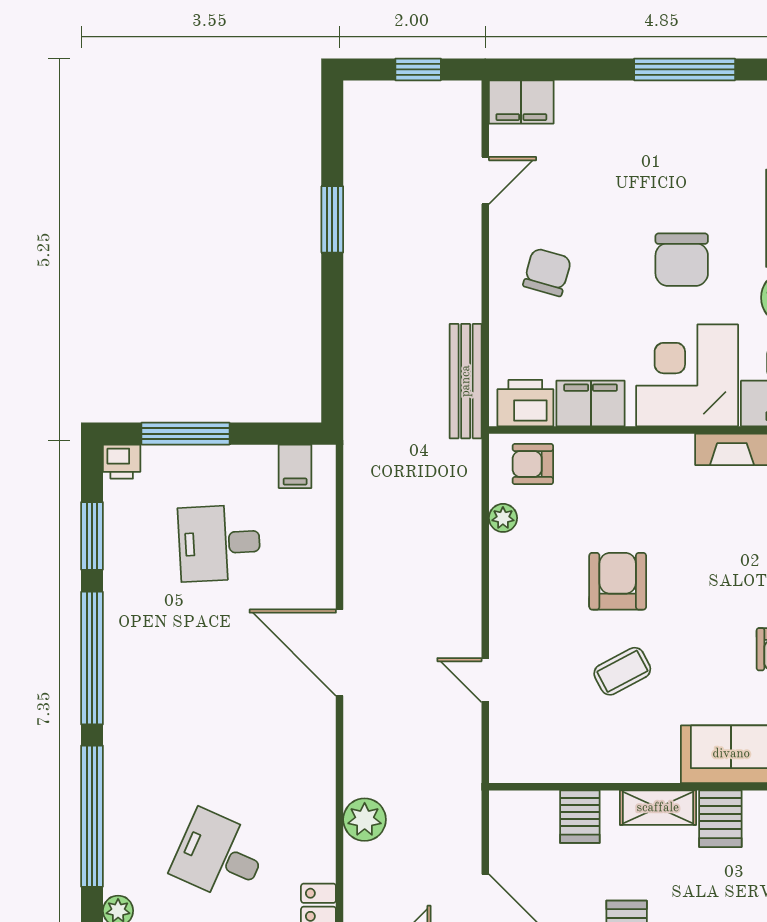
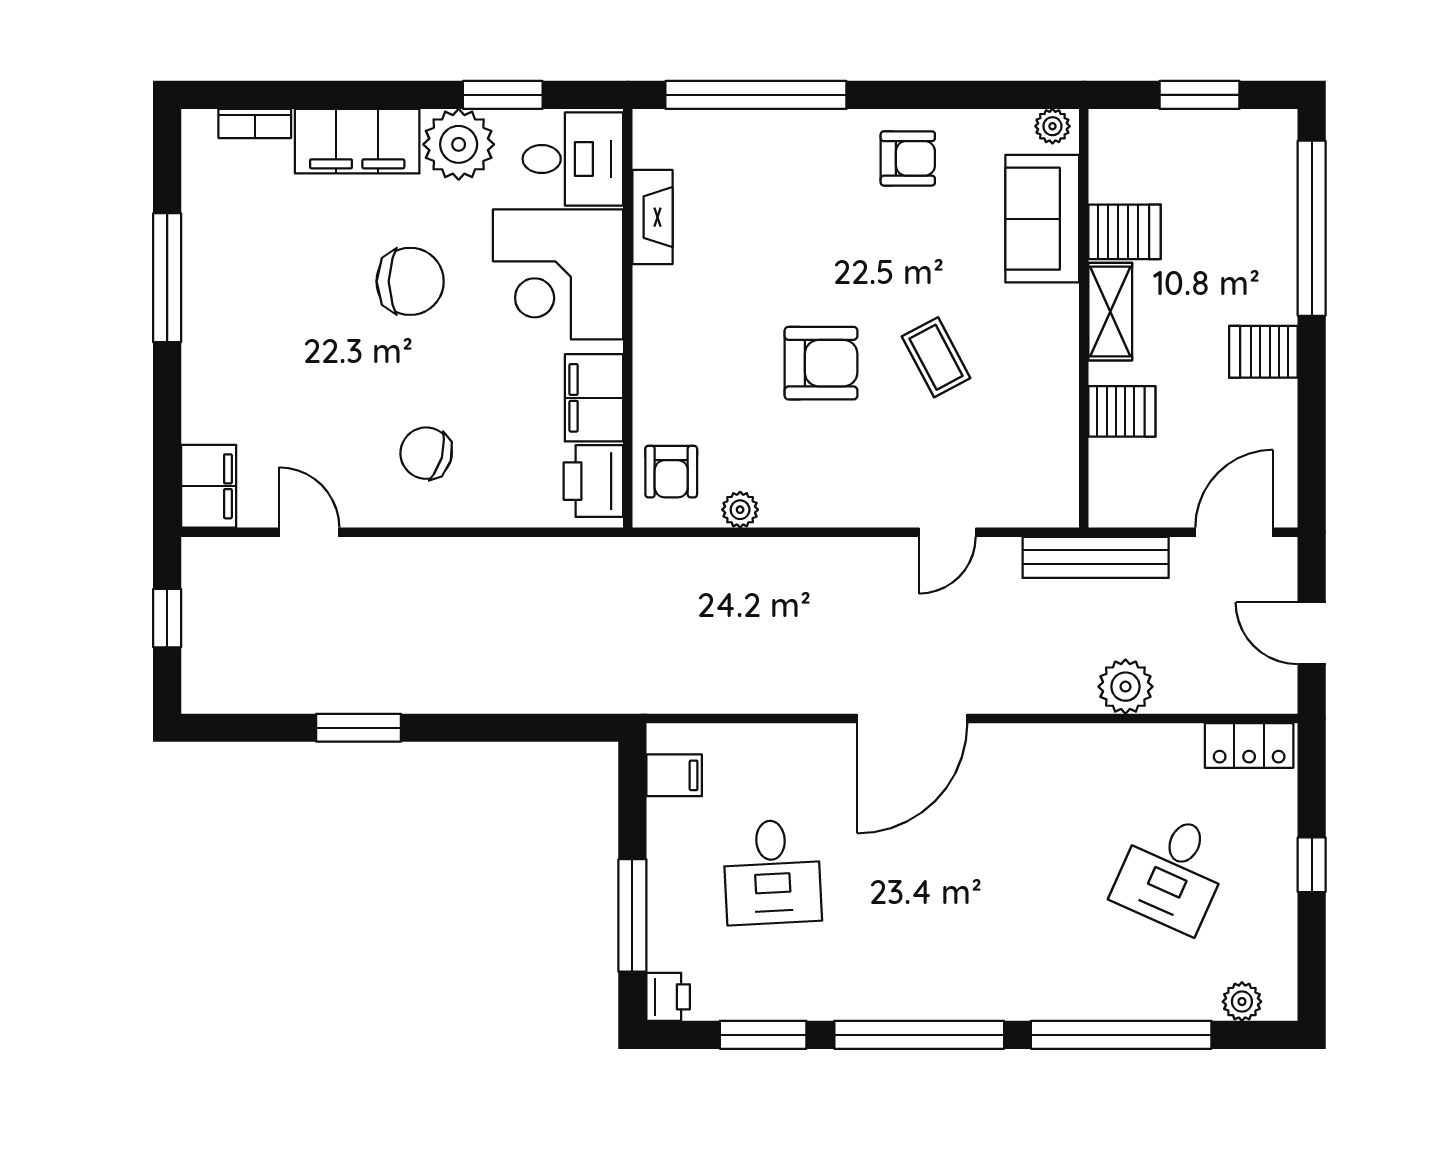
bench: (466, 381) -> (1096, 557), moved
armchair: (618, 581) -> (821, 363), turned 180

